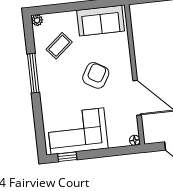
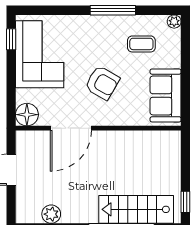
coffee table: (59, 46) -> (141, 44), turned -50
floor lamp: (135, 140) -> (27, 115), width x1.89, depth x1.89

